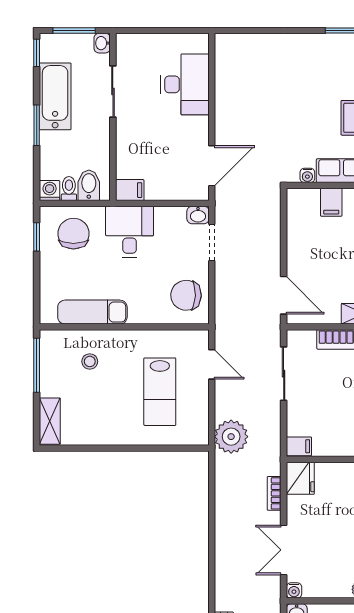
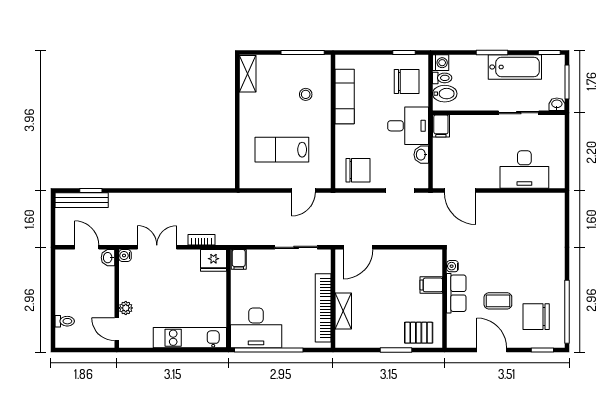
washbasin: (198, 215) -> (421, 155), moved
chair: (186, 295) -> (358, 170), turned 88
shelving: (50, 421) -> (248, 74), moved, turned 90
plant: (231, 437) -> (246, 206), removed

